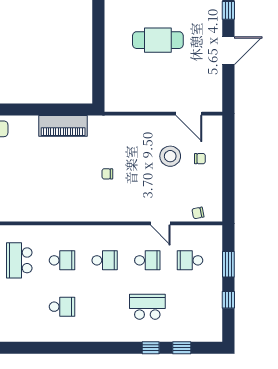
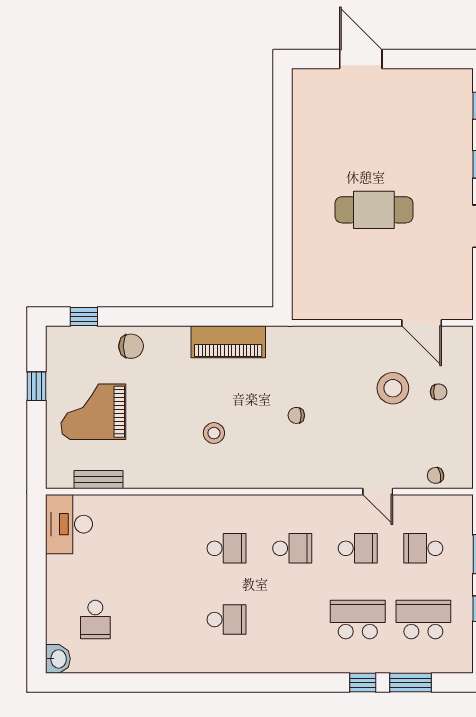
stool: (54, 185) -> (214, 433), added
school desk: (19, 260) -> (423, 620), moved, turned 90
window: (182, 348) -> (411, 683), width x1.50

